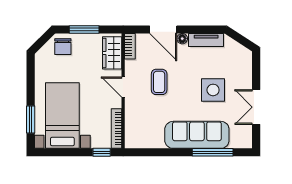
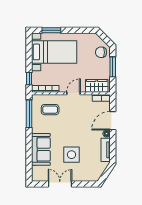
coffee table: (159, 82) -> (50, 110), moved
sofa: (197, 135) -> (41, 149), width x0.73
window: (213, 152) -> (29, 114), moved

